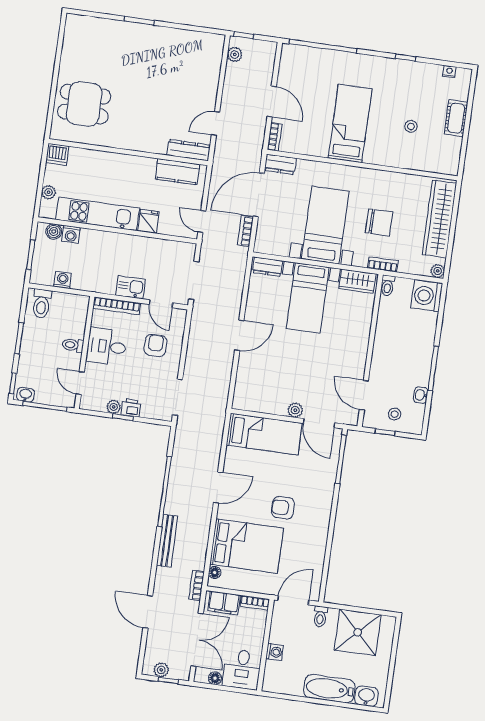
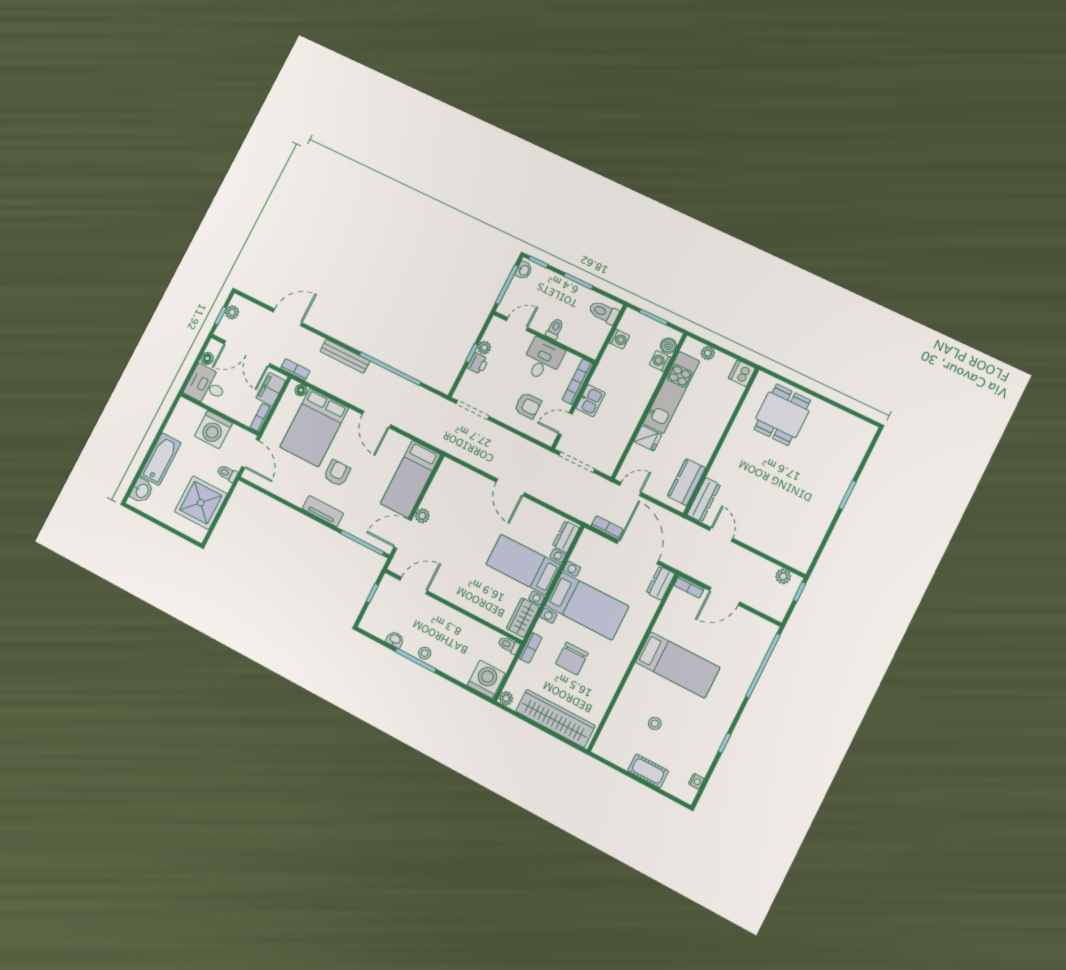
stool: (395, 414) -> (425, 653), moved
tv unit: (324, 508) -> (323, 511), added
washing machine: (275, 652) -> (213, 430), width x1.89, depth x1.89

